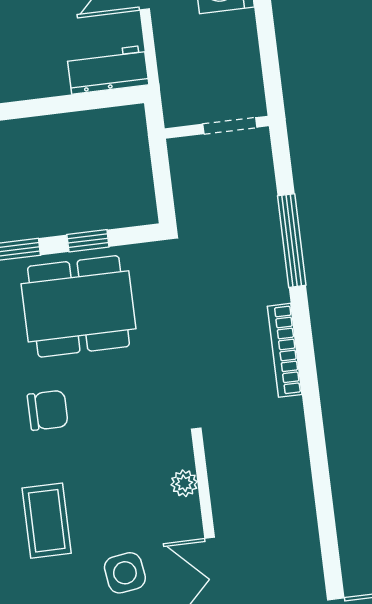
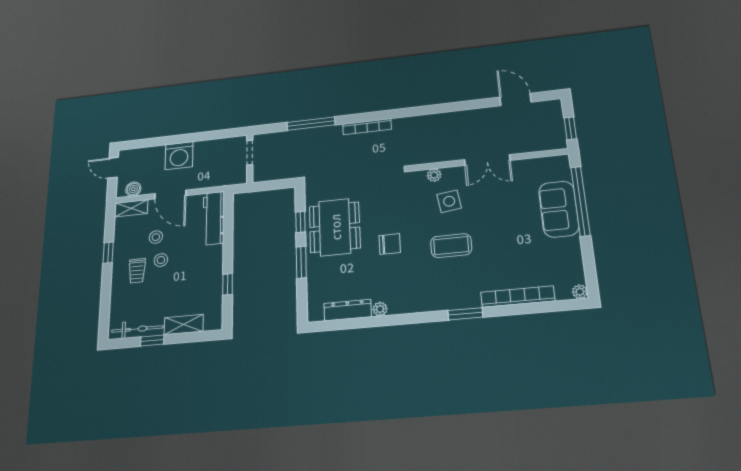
workbench: (108, 70) -> (214, 218), width x1.38
chair: (48, 410) -> (390, 244), turned 90
side table: (125, 573) -> (449, 201), moved

